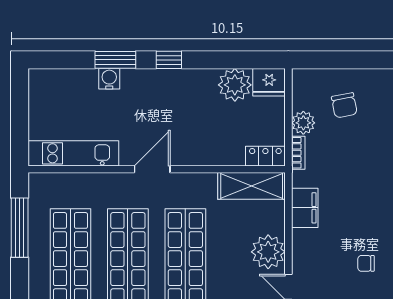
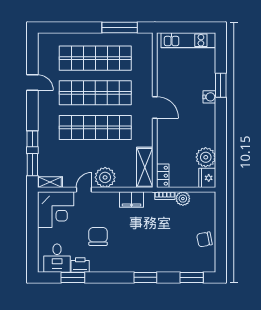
window: (169, 60) -> (221, 117), removed
water cooler: (109, 79) -> (209, 97), moved
chair: (344, 105) -> (204, 239), moved
kitchen unit: (73, 153) -> (188, 40), moved, turned 90
chair: (366, 263) -> (98, 236), width x1.87, depth x1.87

